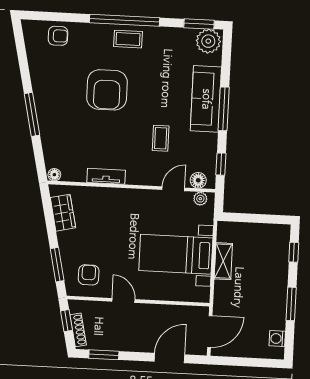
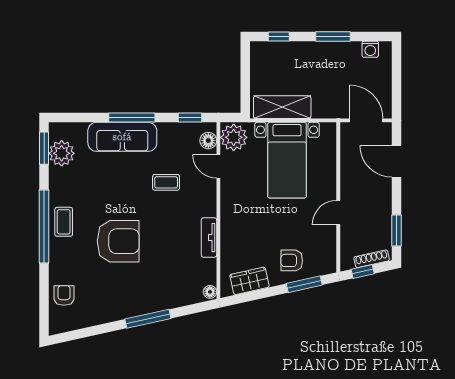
plant: (208, 41) -> (62, 153), moved
plant: (200, 199) -> (234, 137), width x1.88, depth x1.88
shelving: (223, 261) -> (282, 107), width x1.50, depth x1.33
armchair: (89, 275) -> (292, 260), moved

